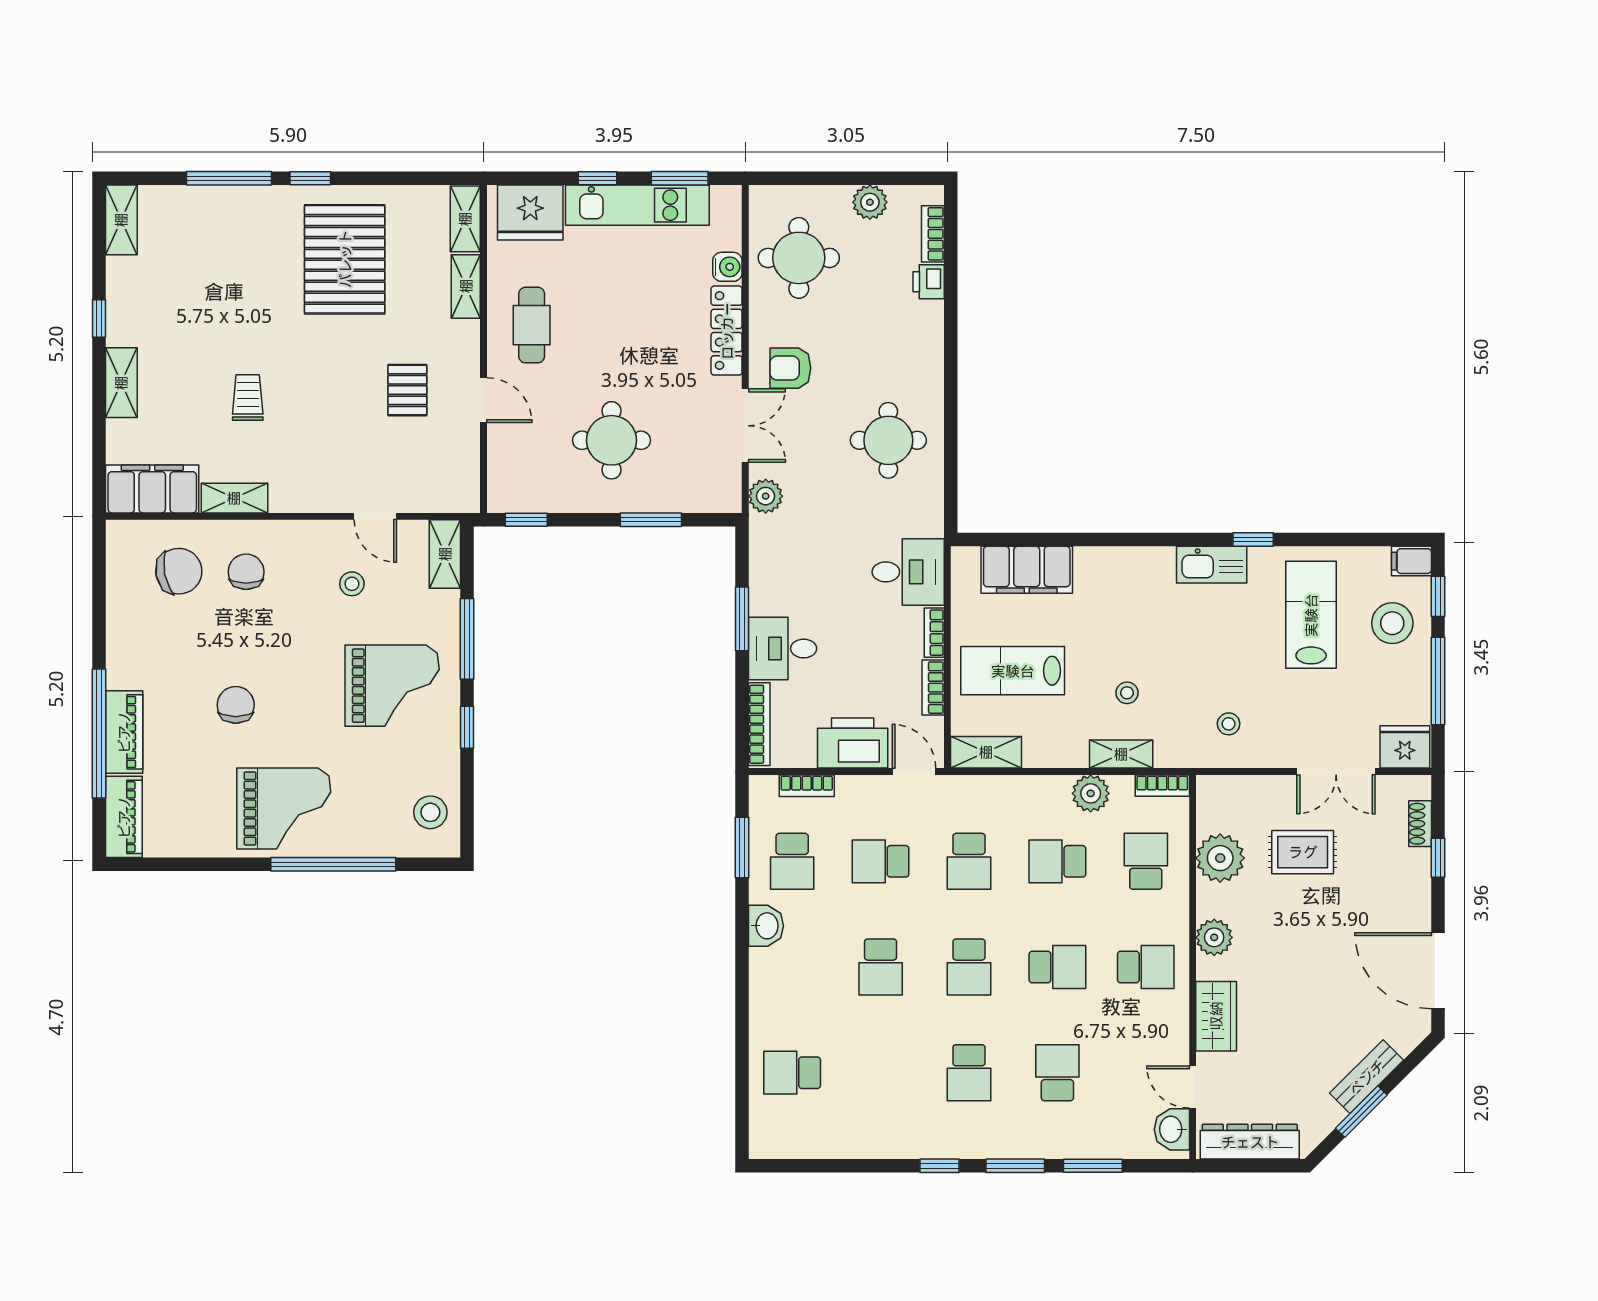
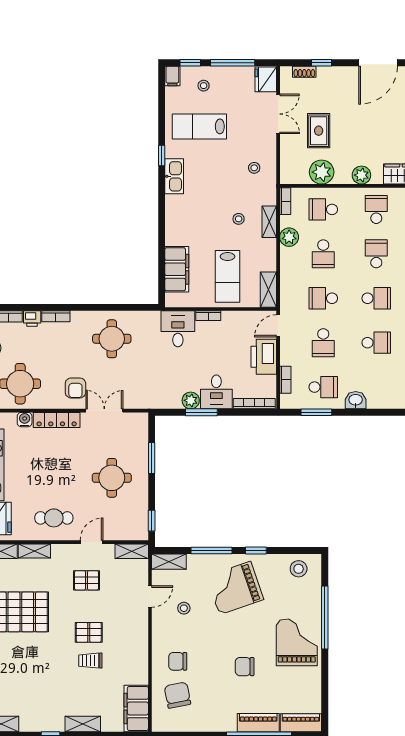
pallet: (304, 395) -> (89, 632), added
plant: (766, 496) -> (191, 400), moved
shelving: (234, 498) -> (132, 551), moved, turned 90
stool: (1392, 623) -> (204, 86), width x0.53, depth x0.53
grand piano: (392, 686) -> (235, 588), turned -109
bookcase: (933, 688) -> (56, 316), moved
school desk: (969, 861) -> (323, 298), turned 180

